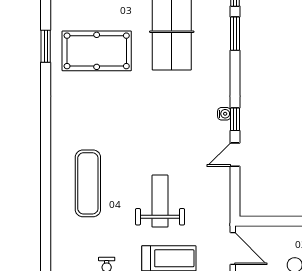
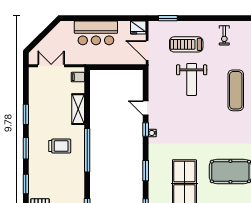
window: (235, 34) -> (146, 171), moved
door: (235, 155) -> (146, 108), swing flipped

